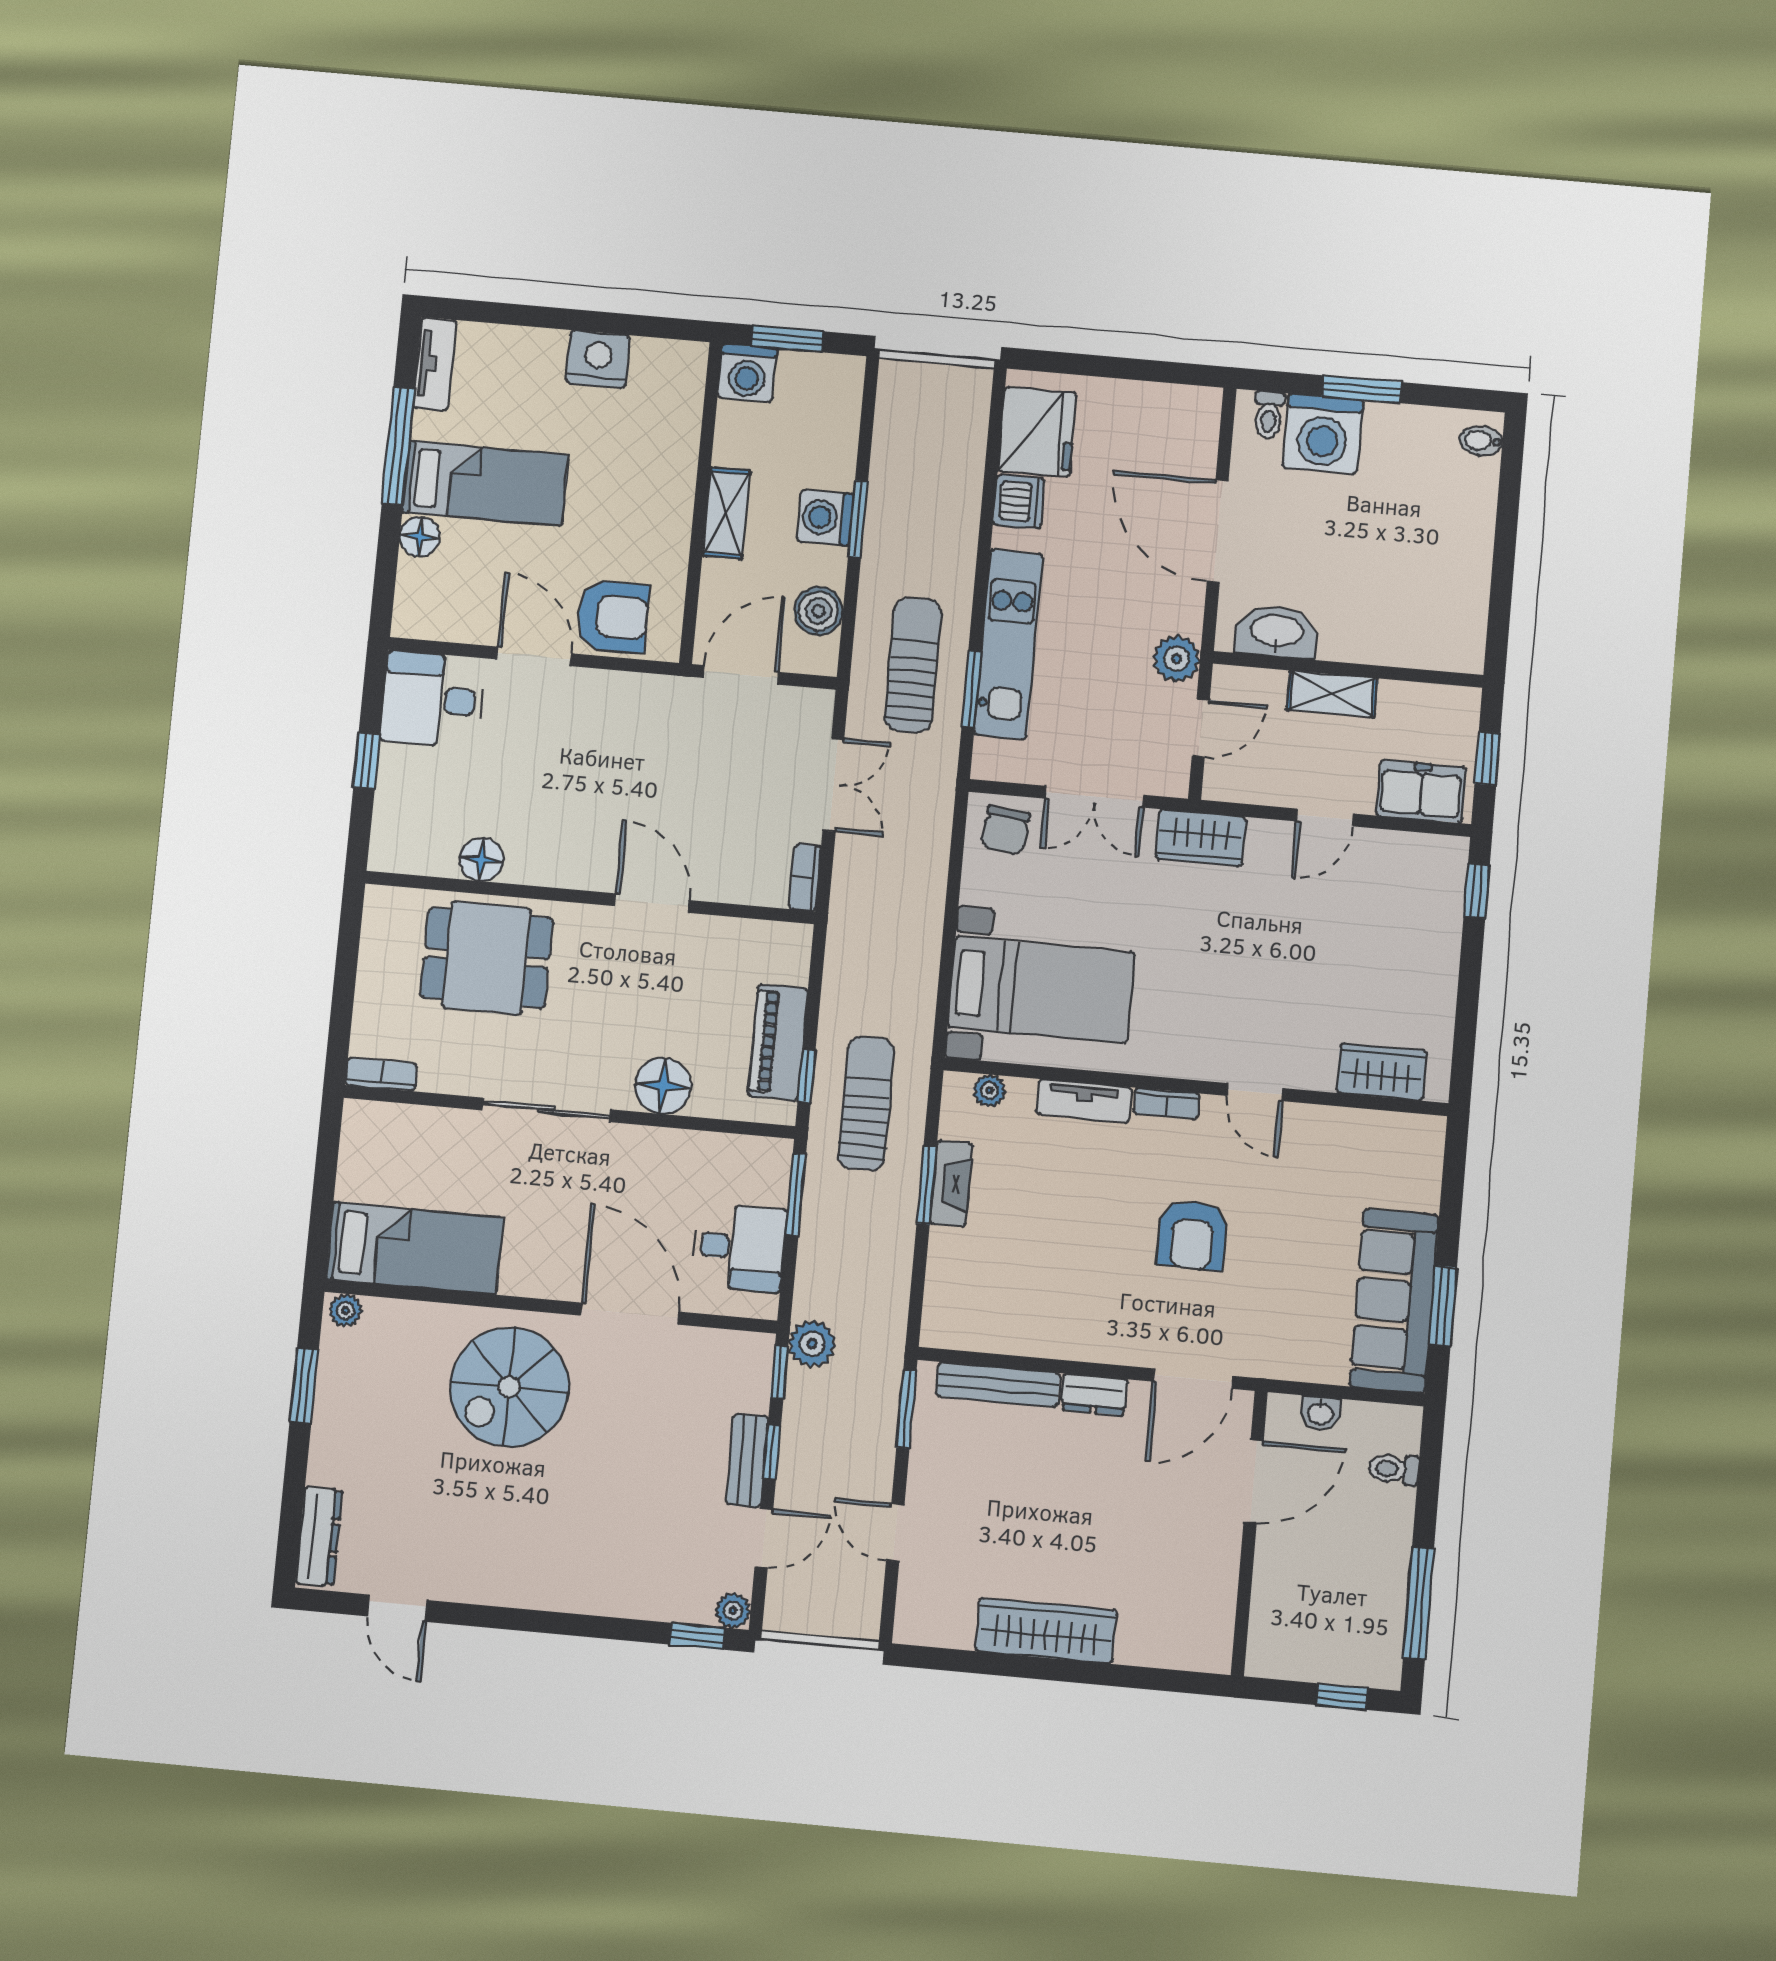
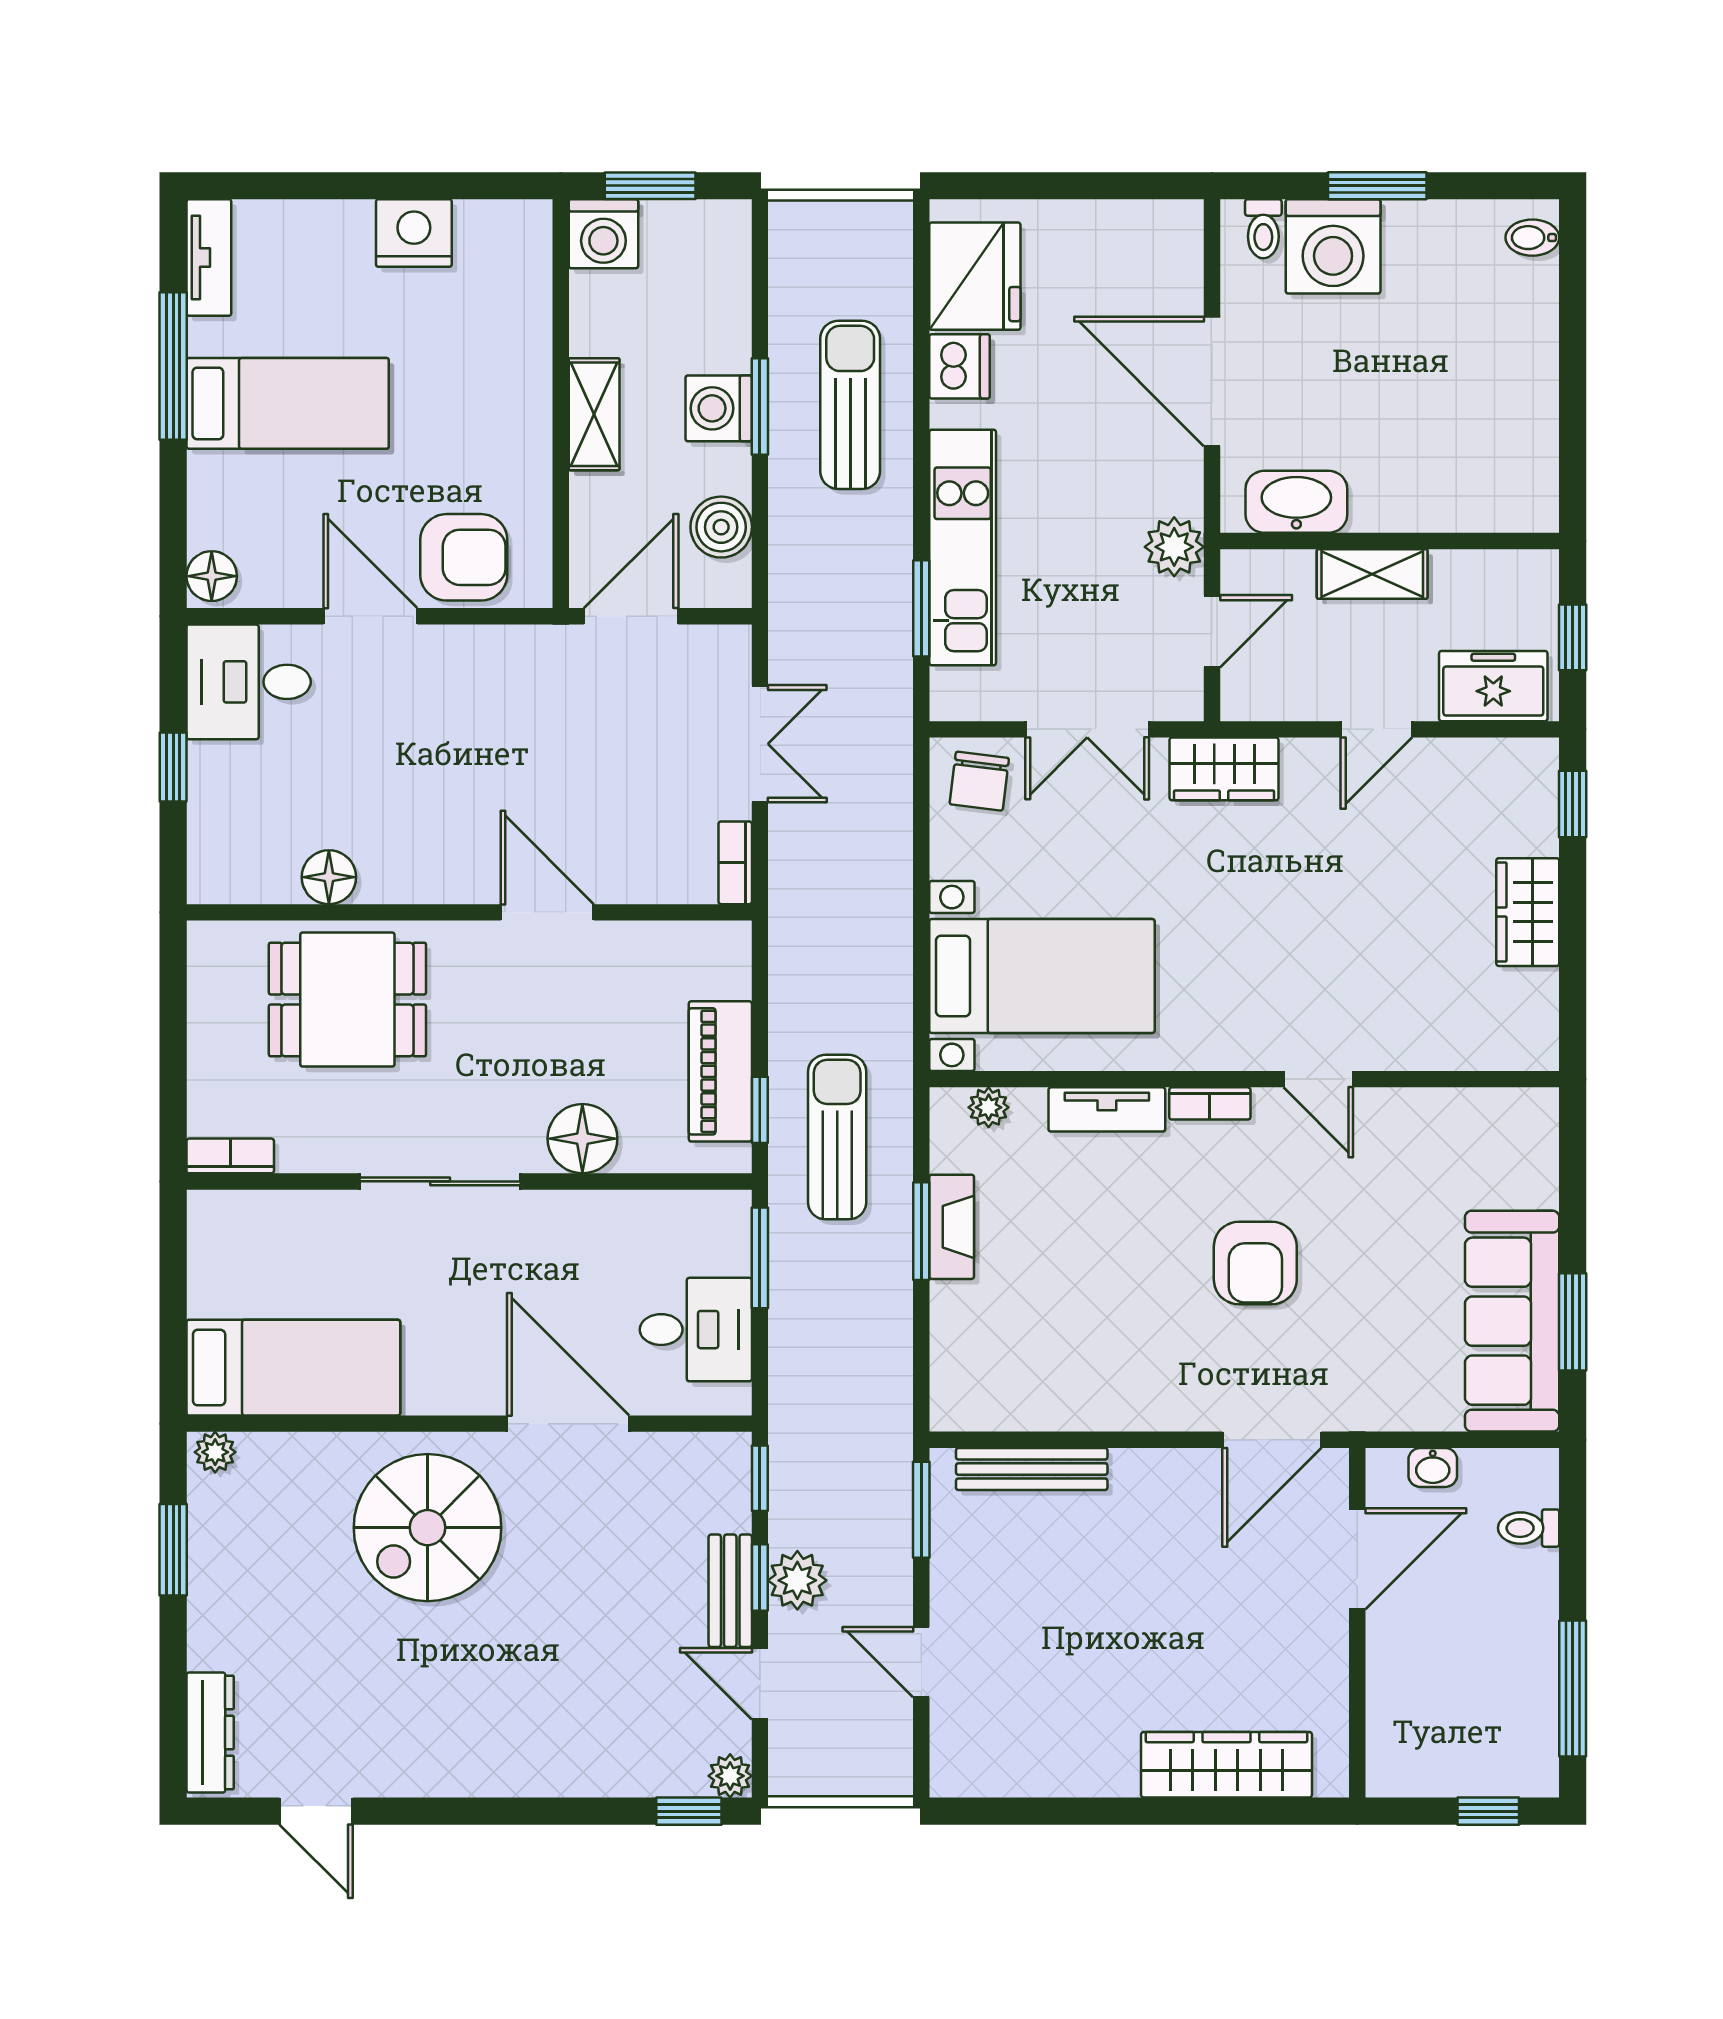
floor lamp: (420, 537) -> (212, 576), moved
sun lounger: (913, 665) -> (850, 405), moved
wardrobe: (1382, 1072) -> (1528, 912), moved, turned -90
plant: (812, 1344) -> (797, 1580), moved
dresser: (1094, 1394) -> (1152, 1470), removed
door: (764, 1538) -> (760, 1684), swing flipped
wardrobe: (1046, 1631) -> (1226, 1765), moved

